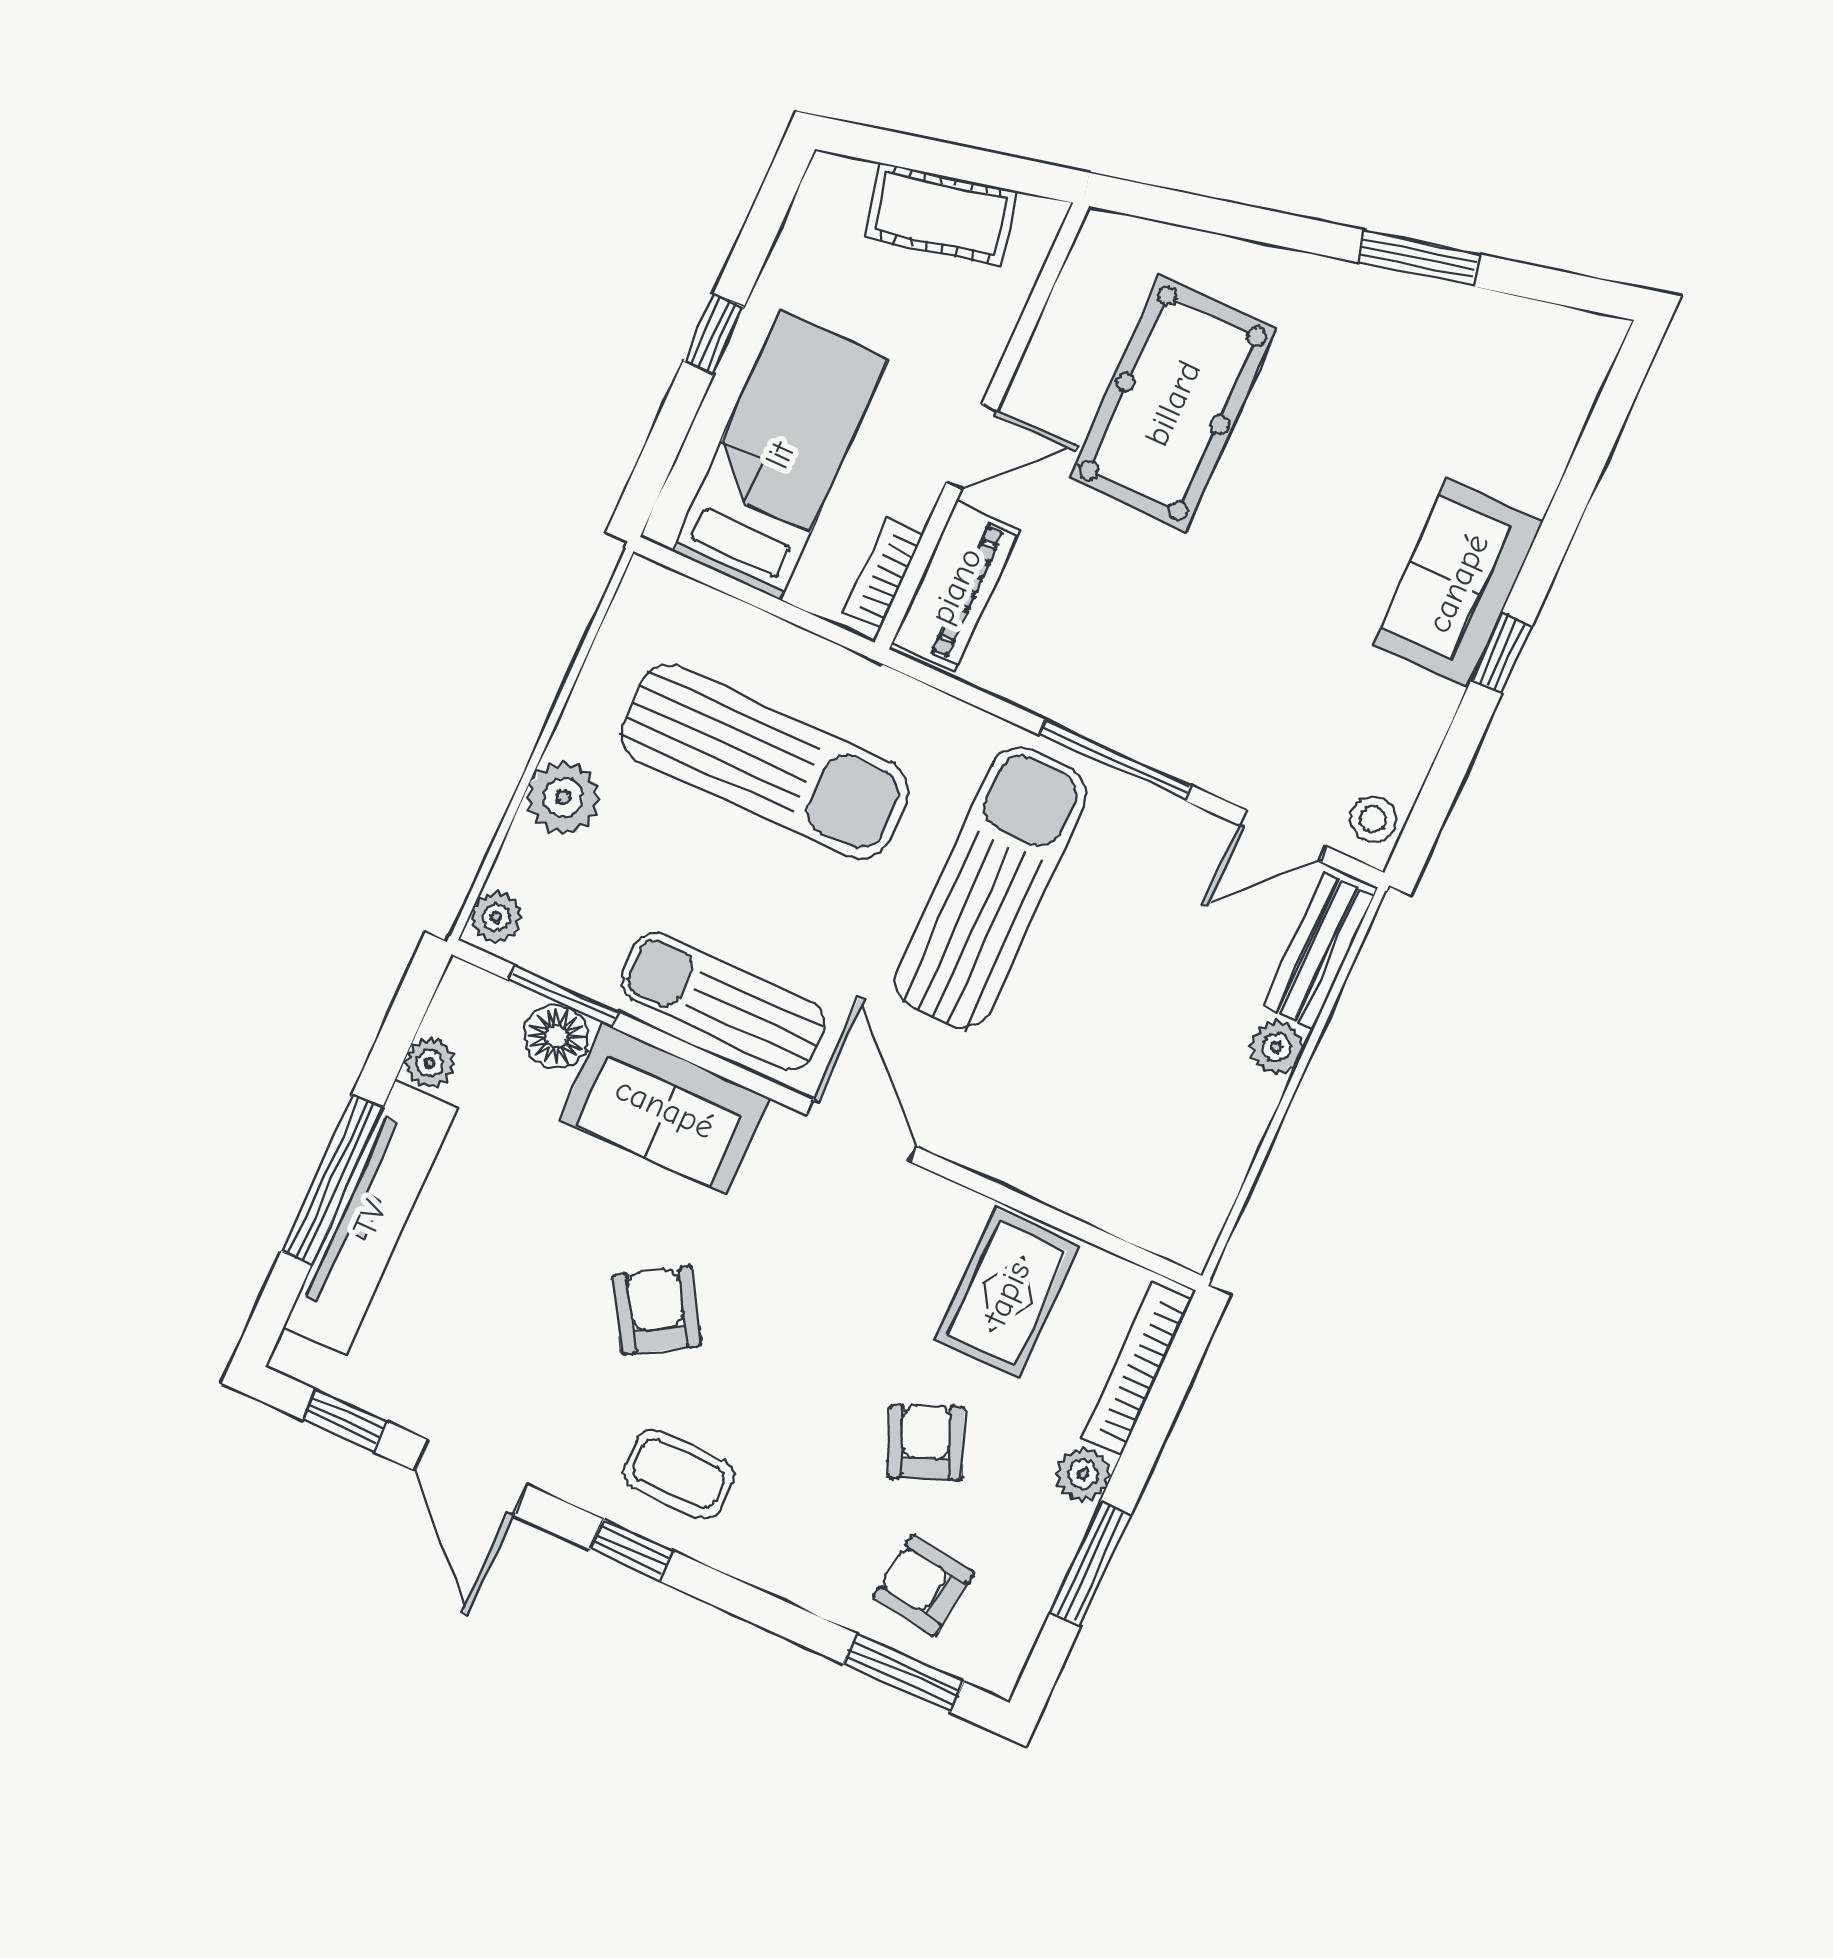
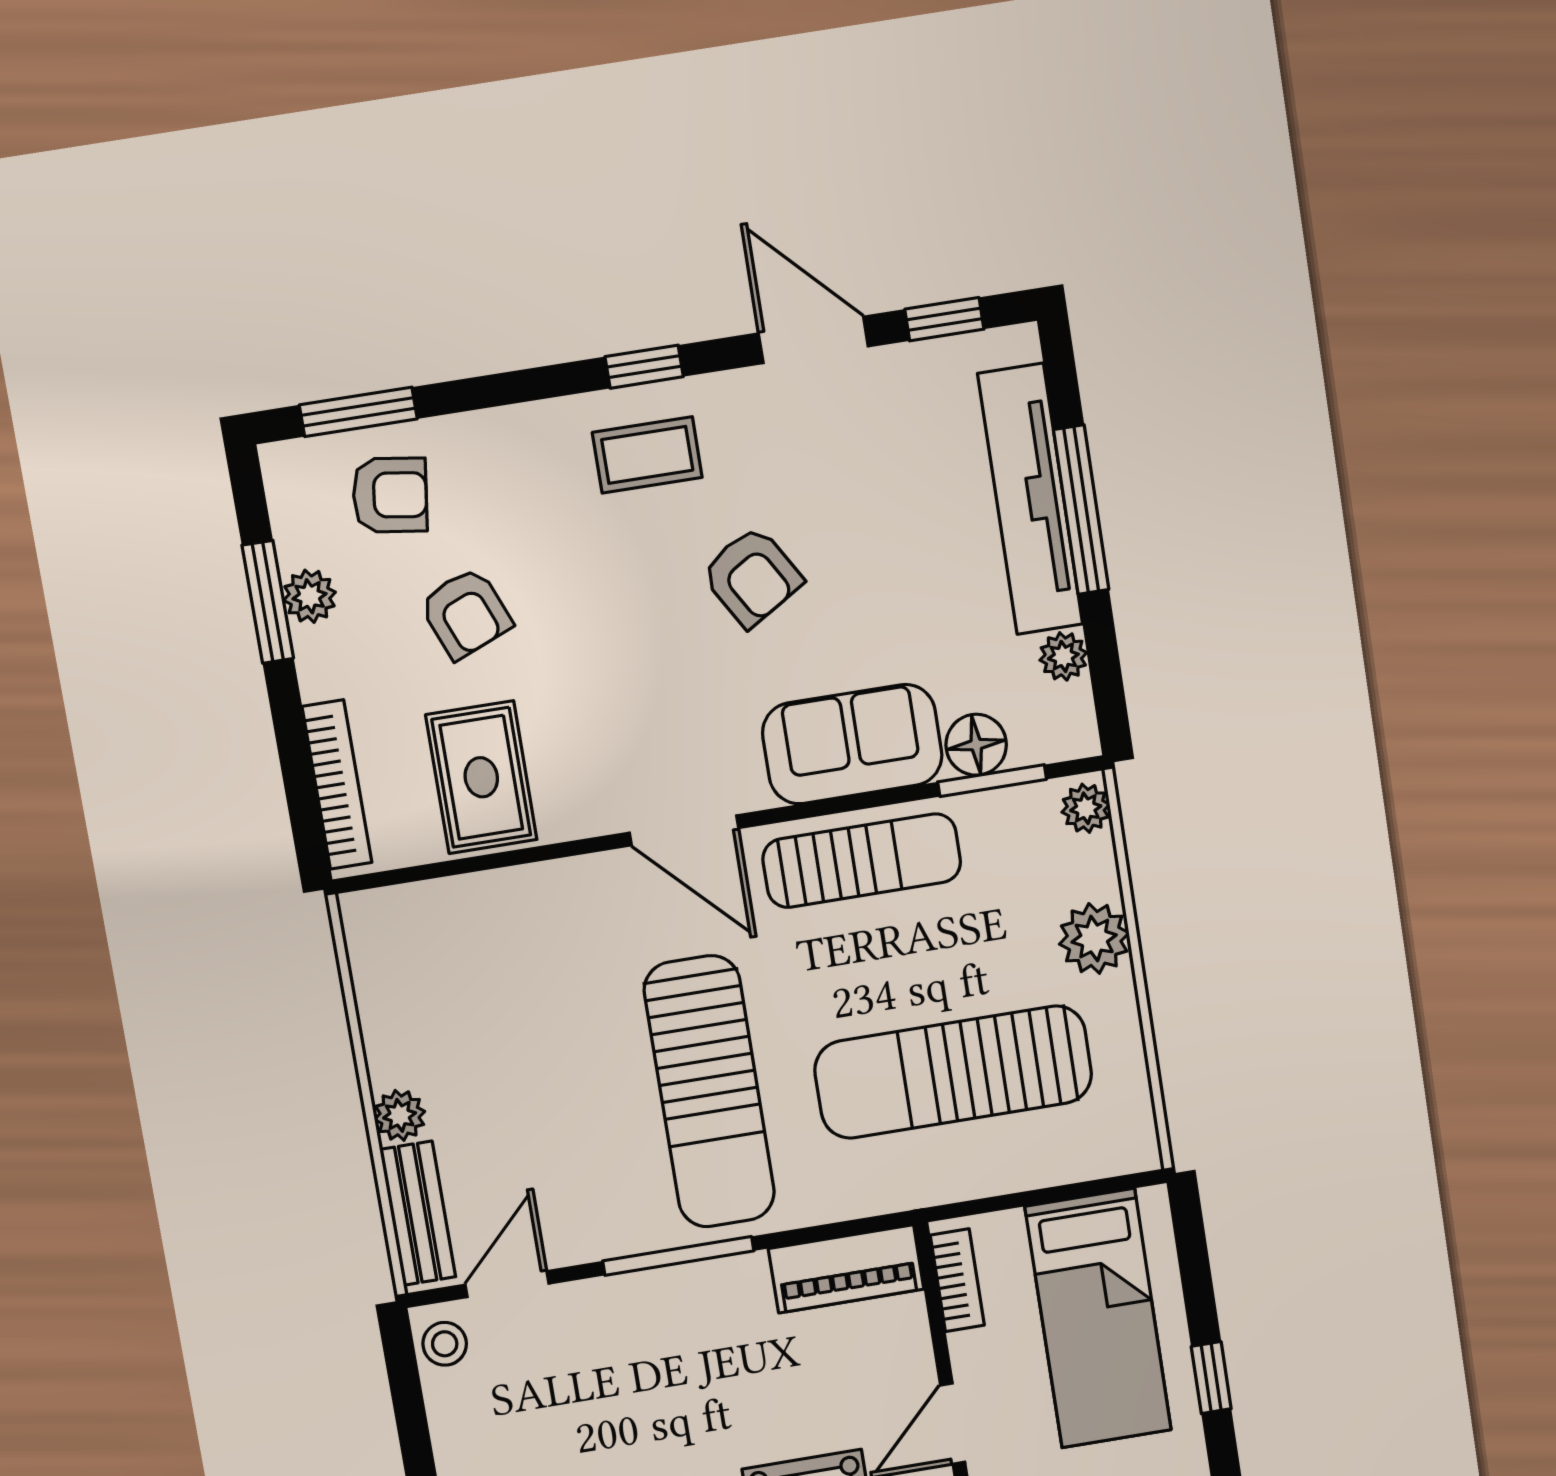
piano: (956, 586) -> (846, 1269), moved, turned -90
plant: (1083, 1474) -> (310, 596), moved

